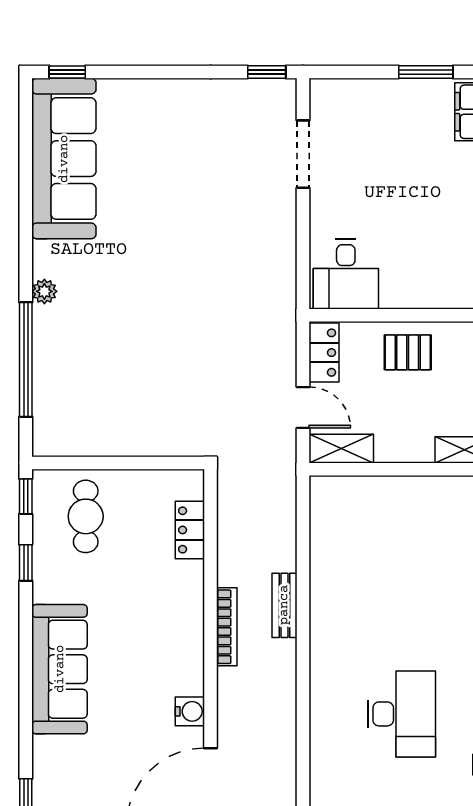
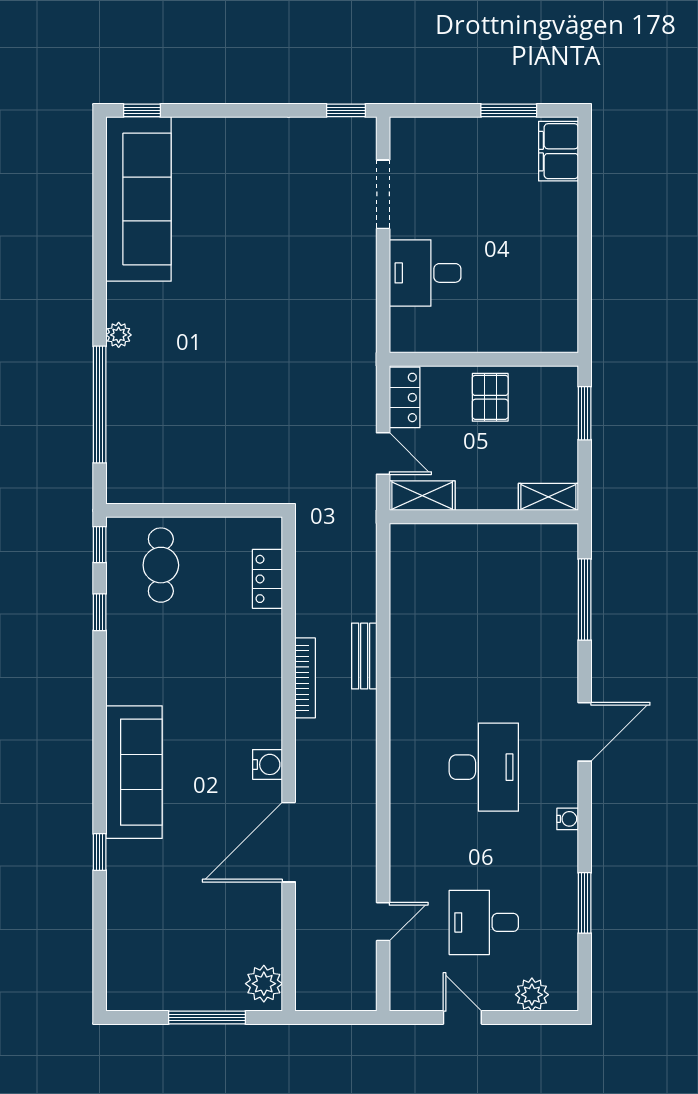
desk: (346, 274) -> (425, 273), moved, turned 90
pallet: (408, 352) -> (490, 397), turned 90
sofa: (60, 669) -> (134, 772), moved

